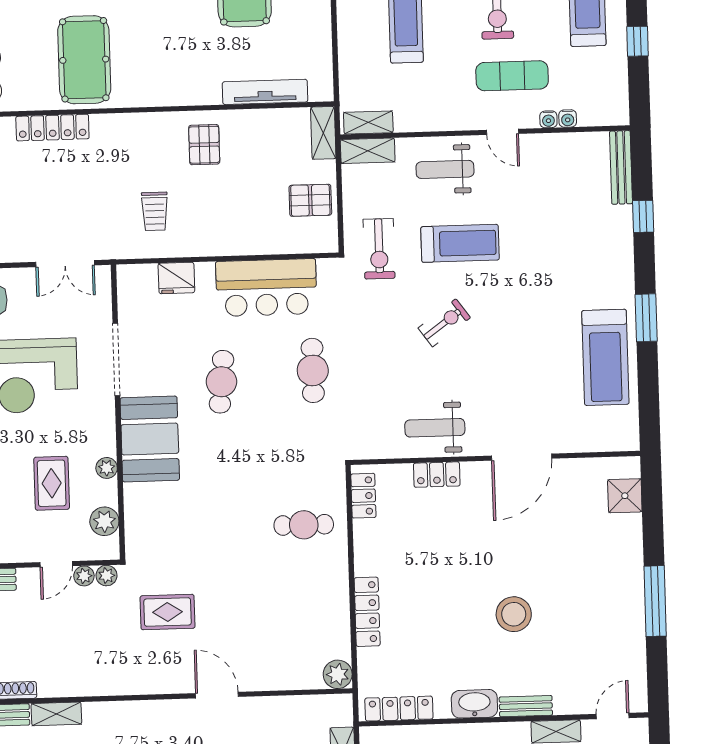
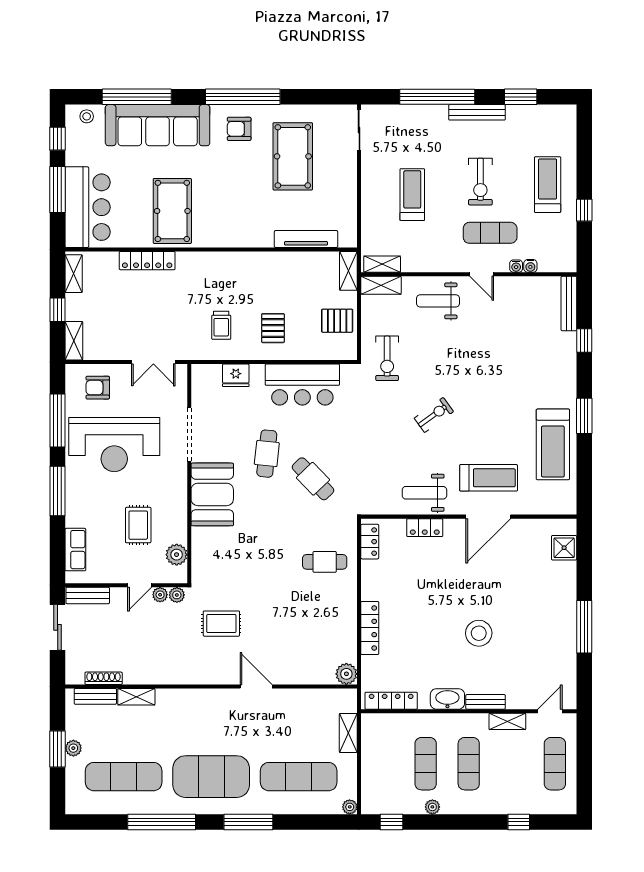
pallet: (204, 145) -> (273, 328), moved
treadmill: (460, 243) -> (489, 478), moved
cafe table: (313, 370) -> (313, 479), moved, turned -44
plant: (107, 468) -> (179, 515), removed

